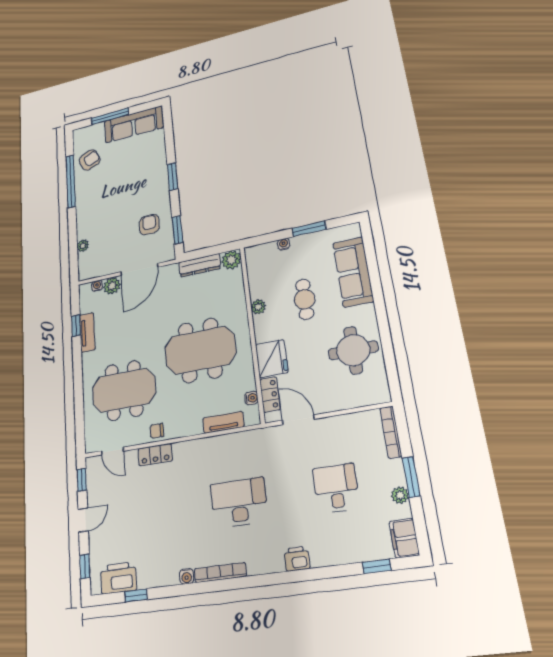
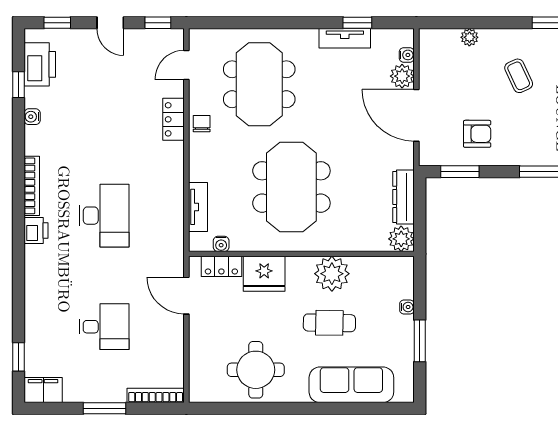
coffee table: (107, 207) -> (519, 76), added
plant: (258, 307) -> (332, 274), width x1.88, depth x1.88
door: (298, 420) -> (186, 296), swing flipped
plant: (400, 495) -> (87, 393), removed
printer: (297, 559) -> (36, 231), moved
water cooler: (187, 576) -> (32, 117), moved

